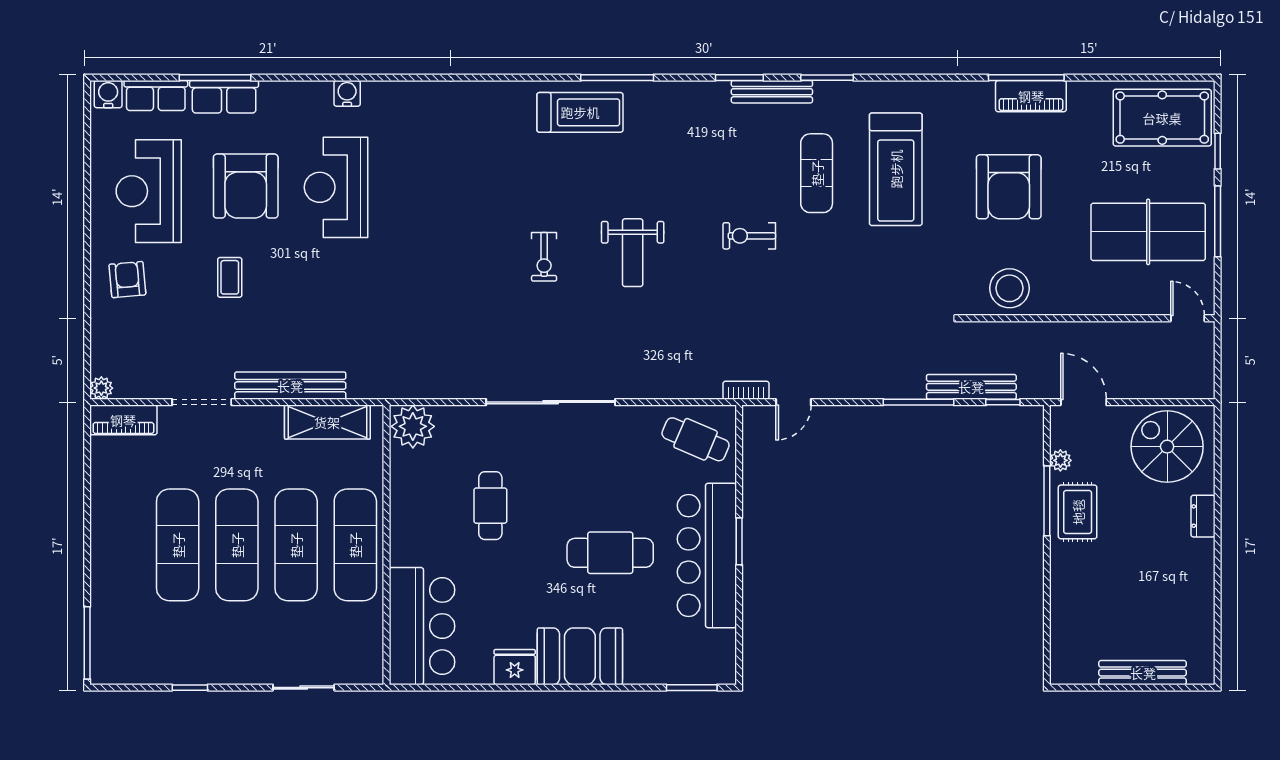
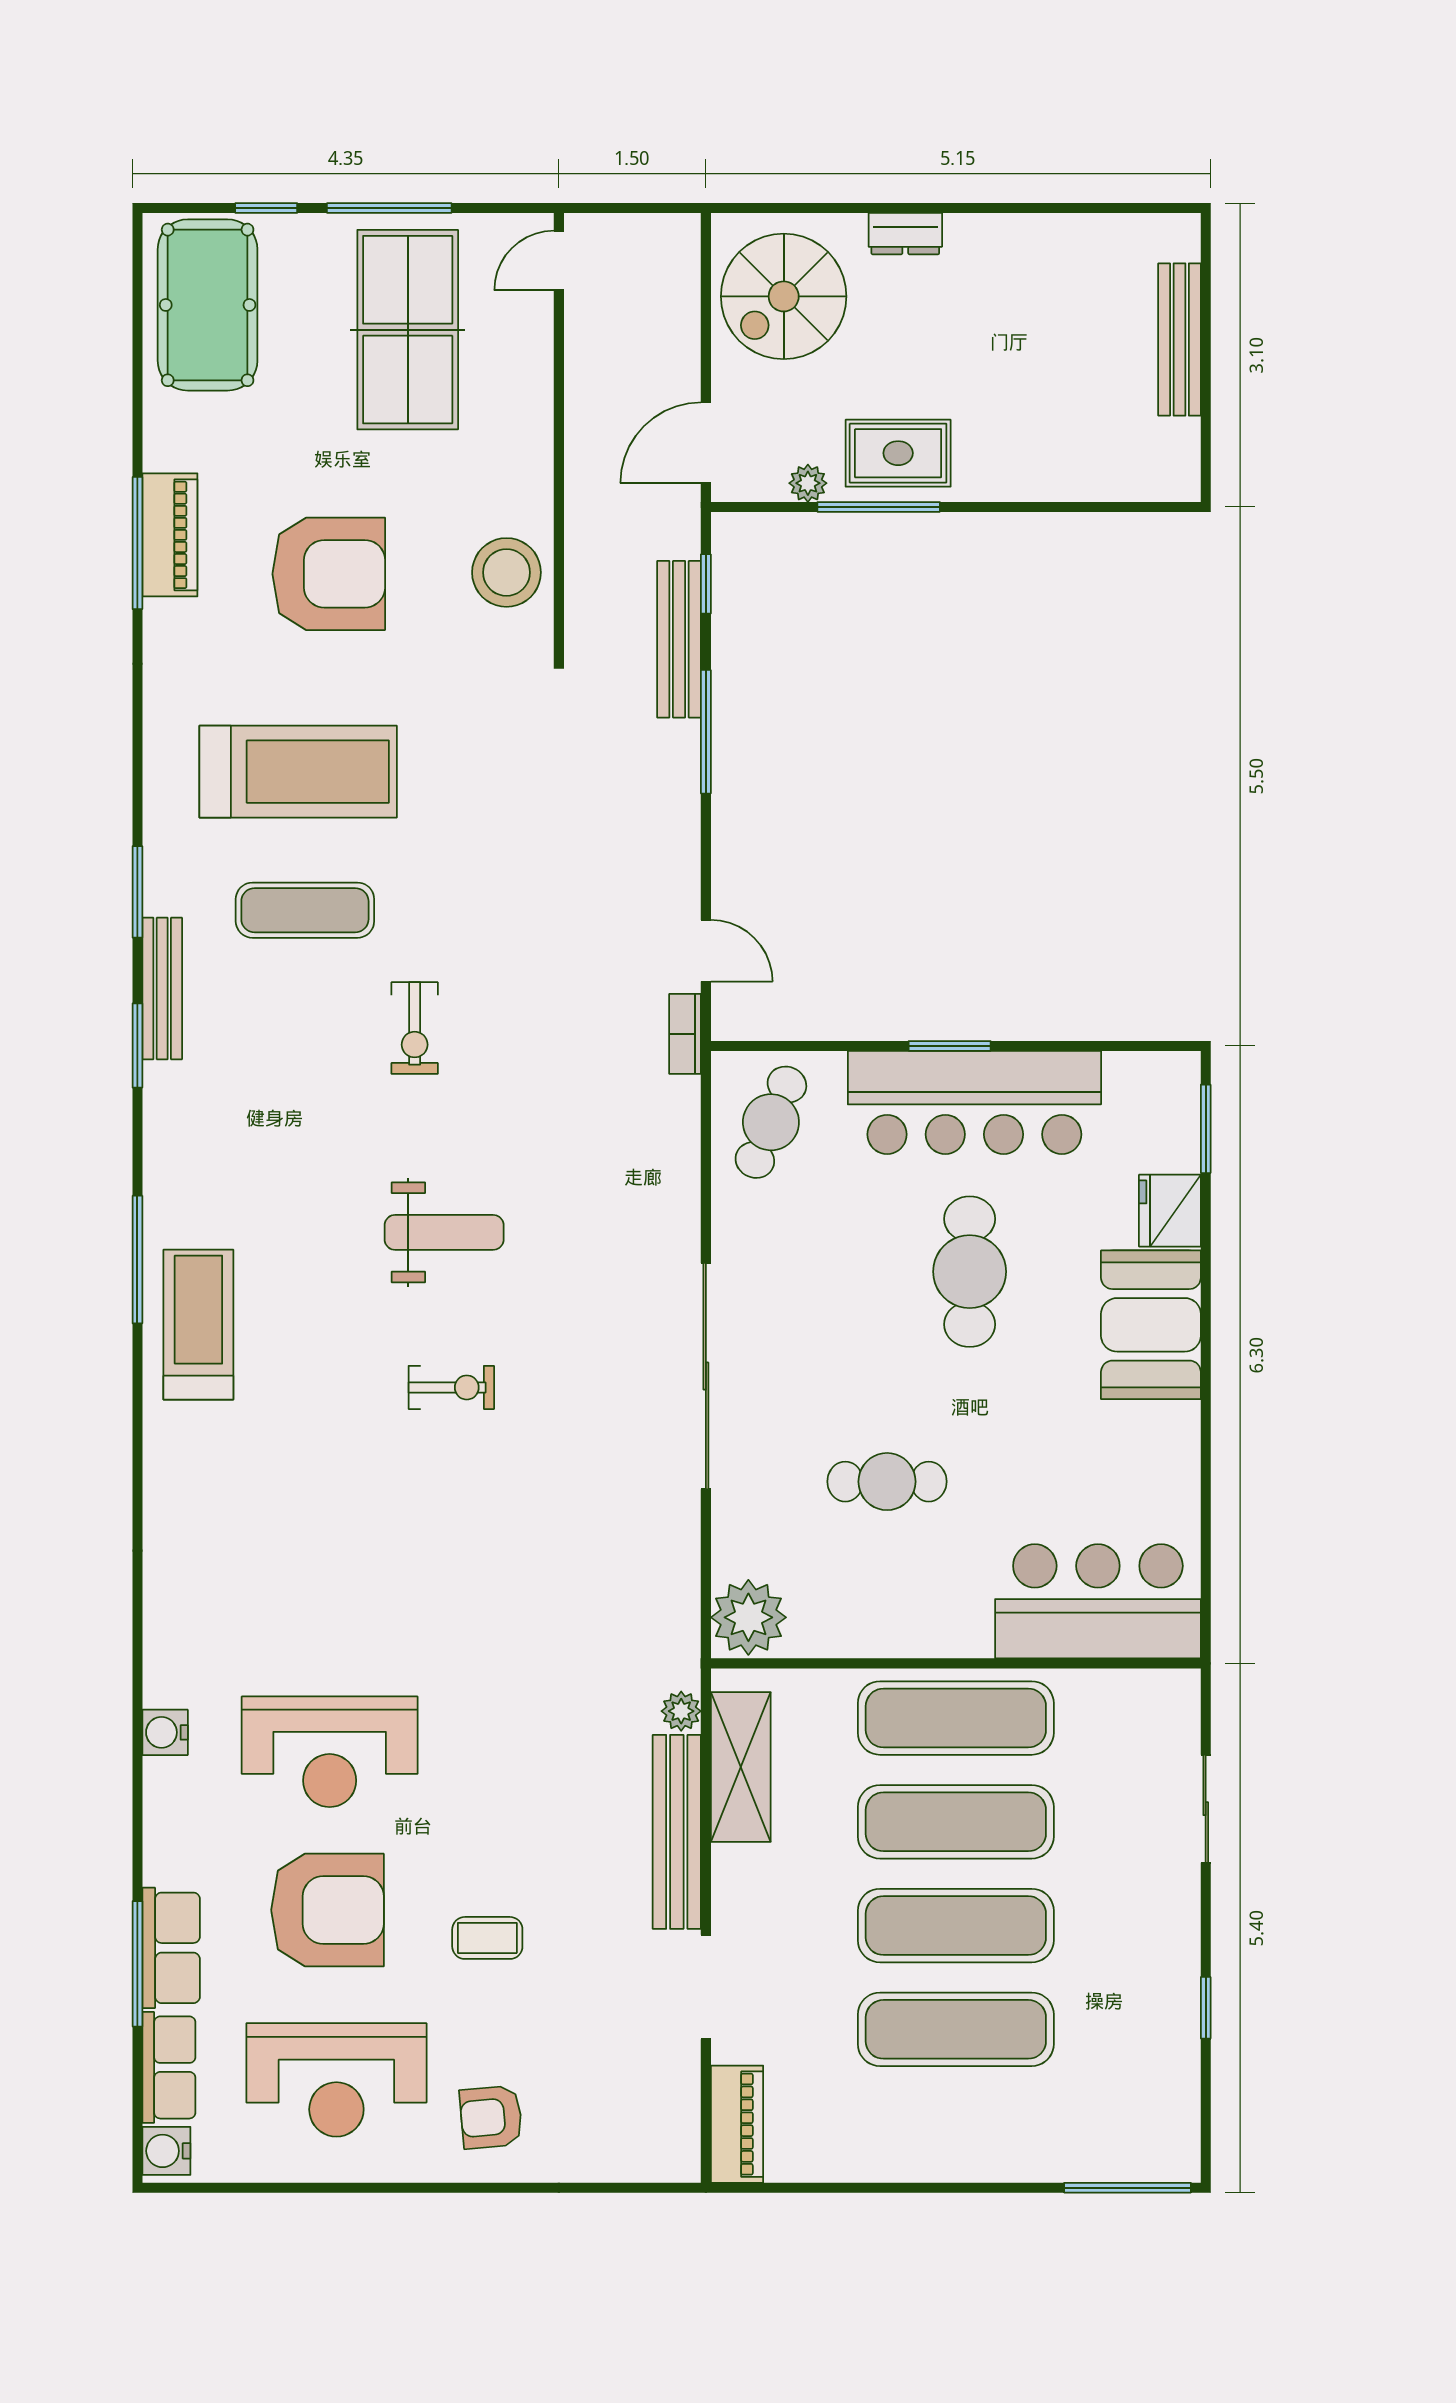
plant: (101, 388) -> (681, 1711), moved
fridge: (515, 667) -> (1170, 1211), moved

